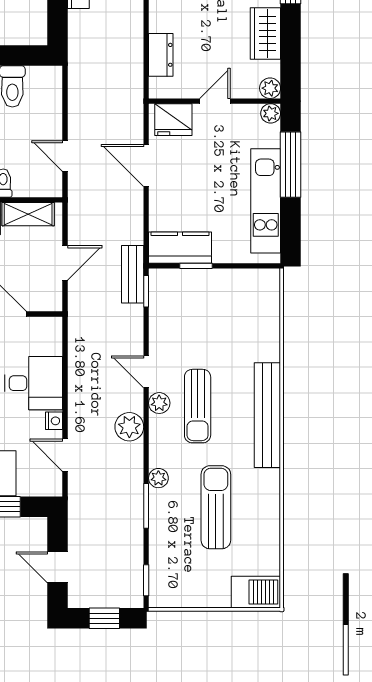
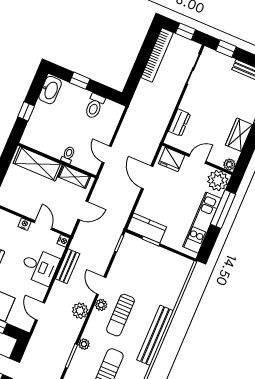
plant: (271, 113) -> (218, 180), width x1.87, depth x1.87
bench: (133, 274) -> (68, 266), moved
nightstand: (54, 421) -> (63, 241), moved

